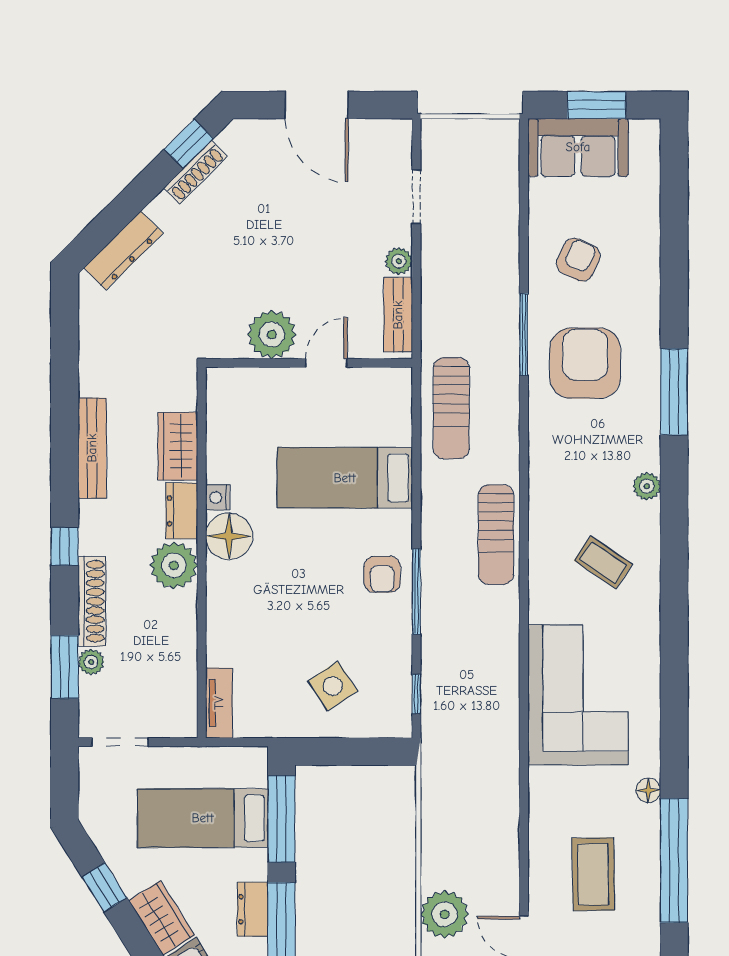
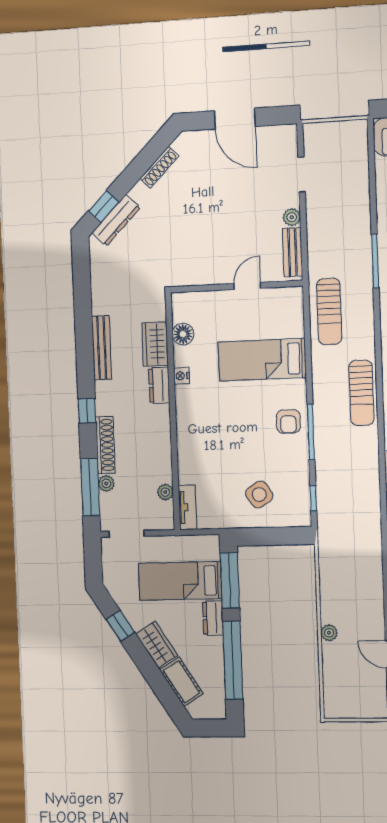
window: (189, 144) -> (104, 206), moved
plant: (272, 334) -> (212, 269), removed
floor lamp: (229, 536) -> (183, 334), moved, width x0.73, depth x0.73
plant: (174, 565) -> (165, 492), moved, width x0.53, depth x0.53
window: (65, 667) -> (90, 487), width x1.44
dresser: (253, 909) -> (213, 618), moved
plant: (445, 914) -> (329, 633), width x0.53, depth x0.53

